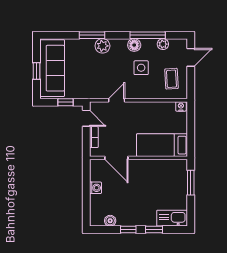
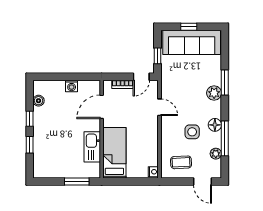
kitchen sink: (172, 218) -> (92, 147), moved, turned 180

